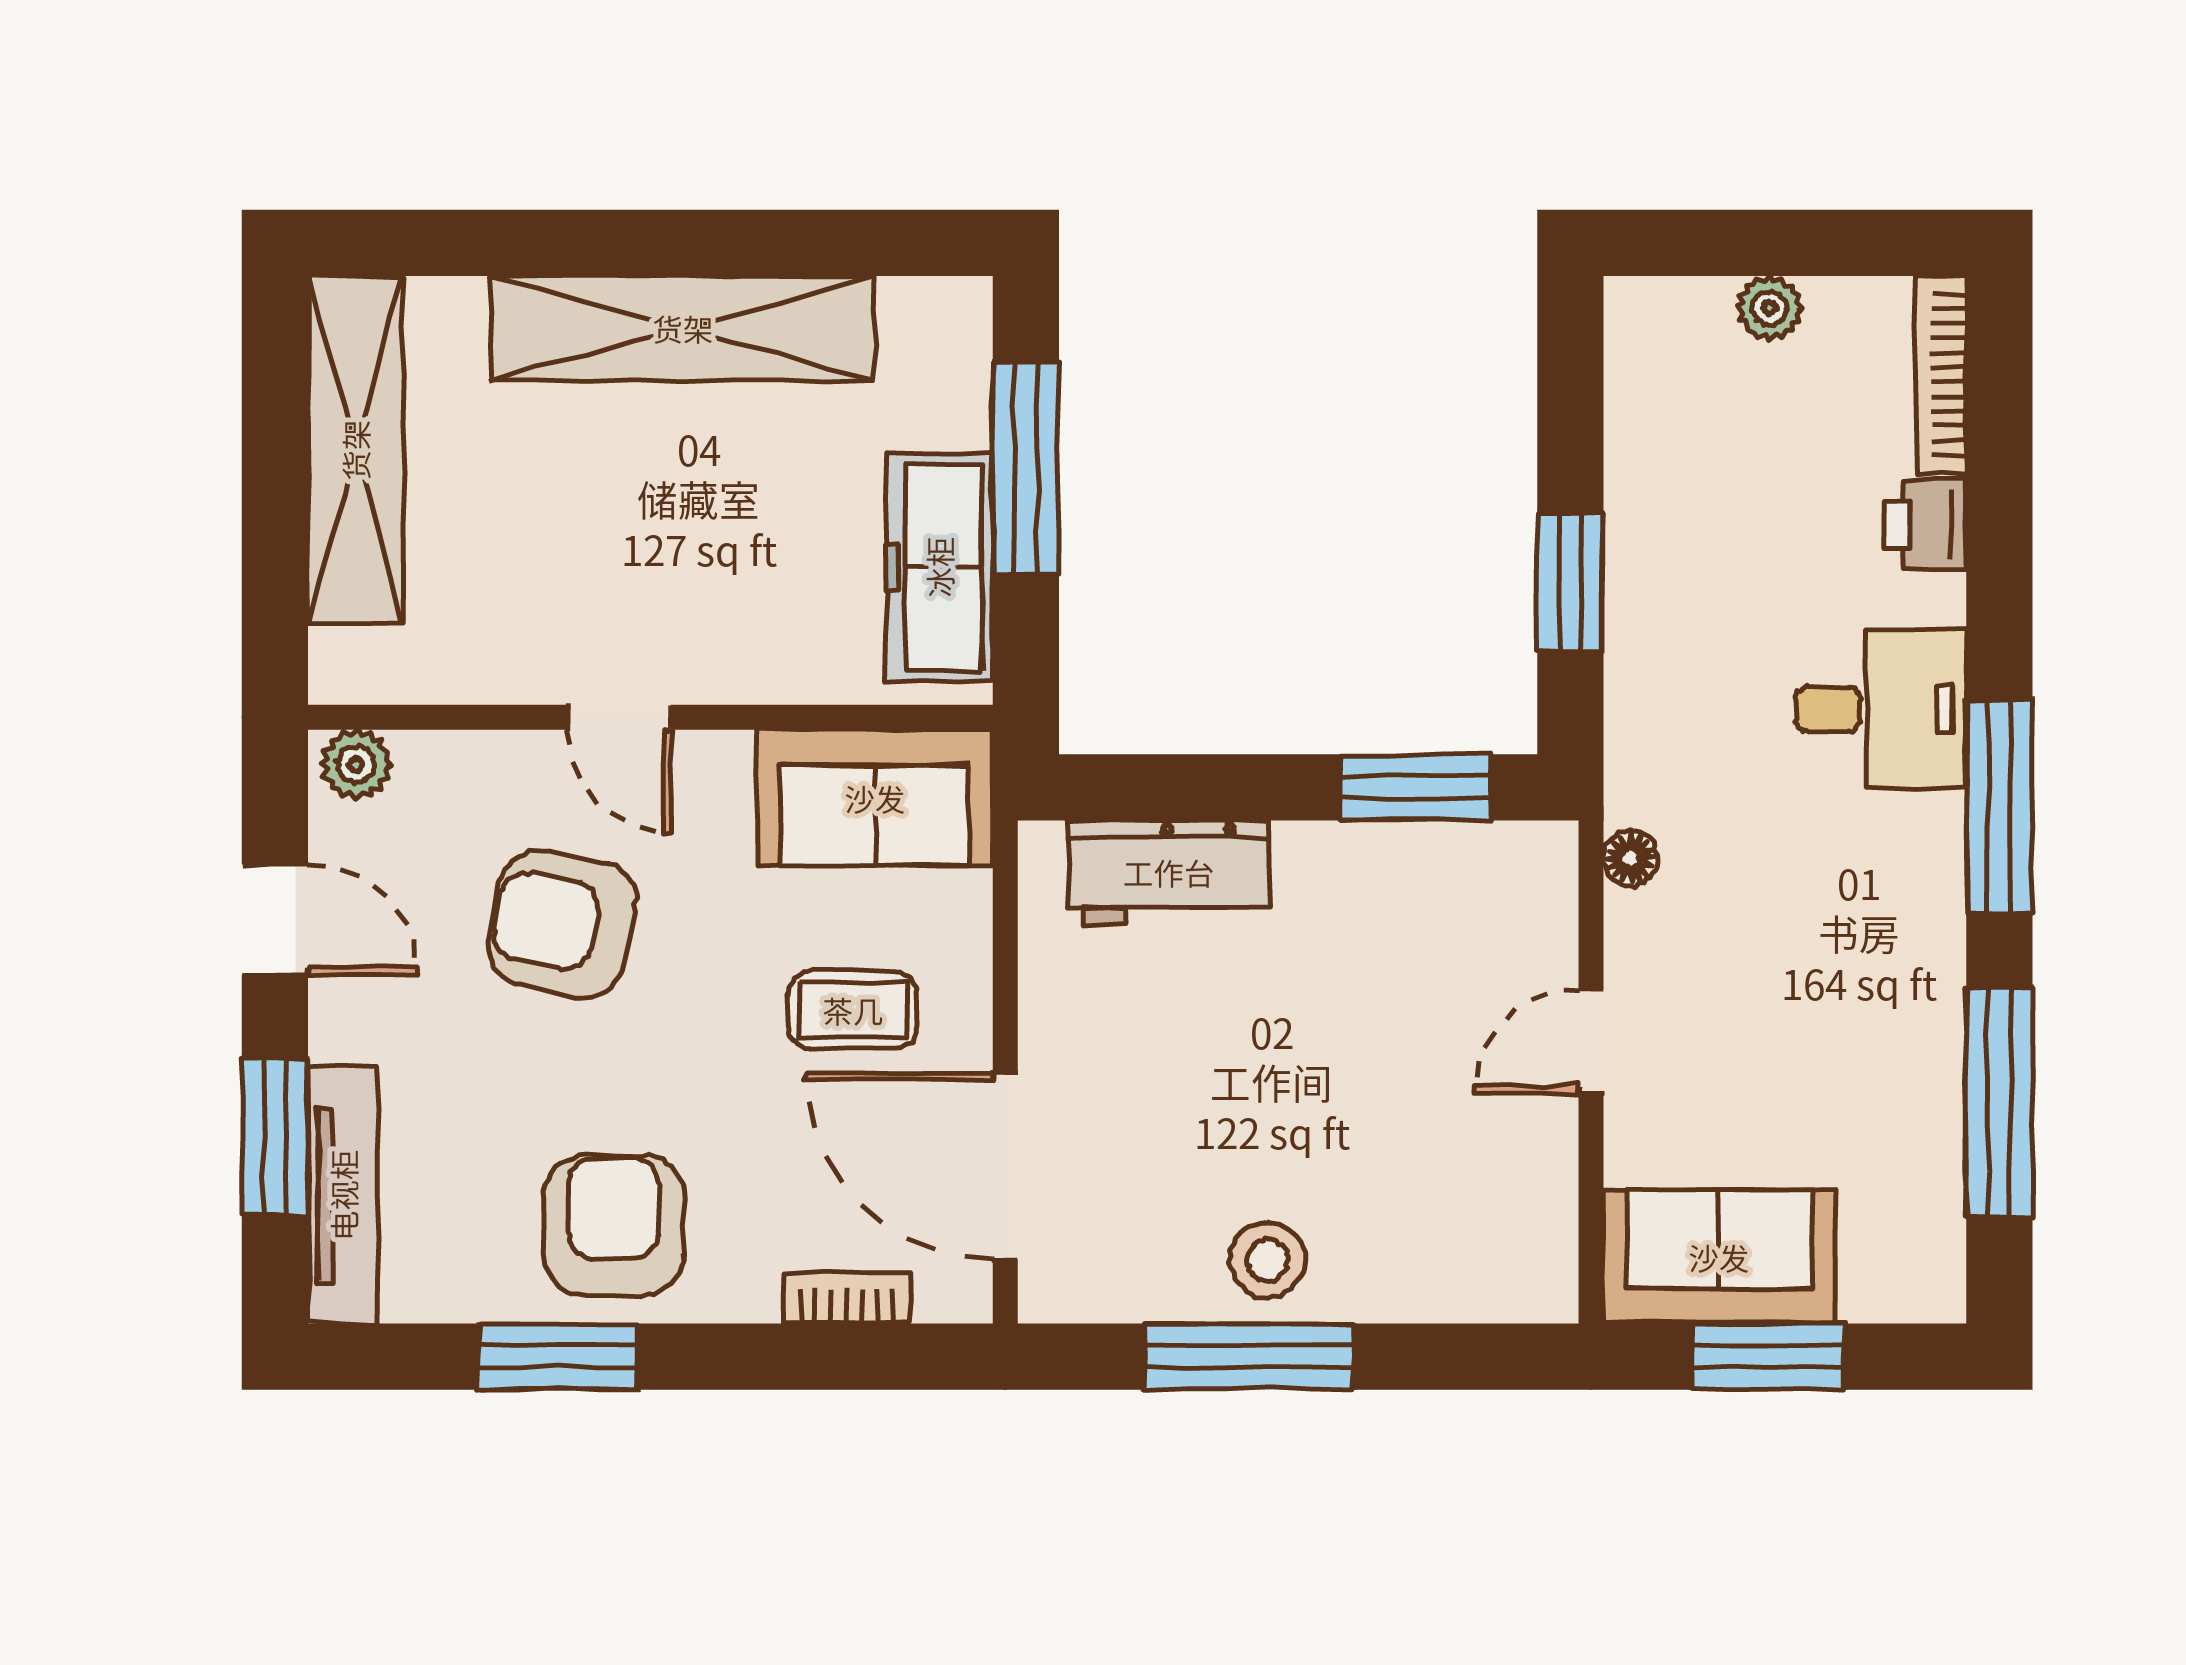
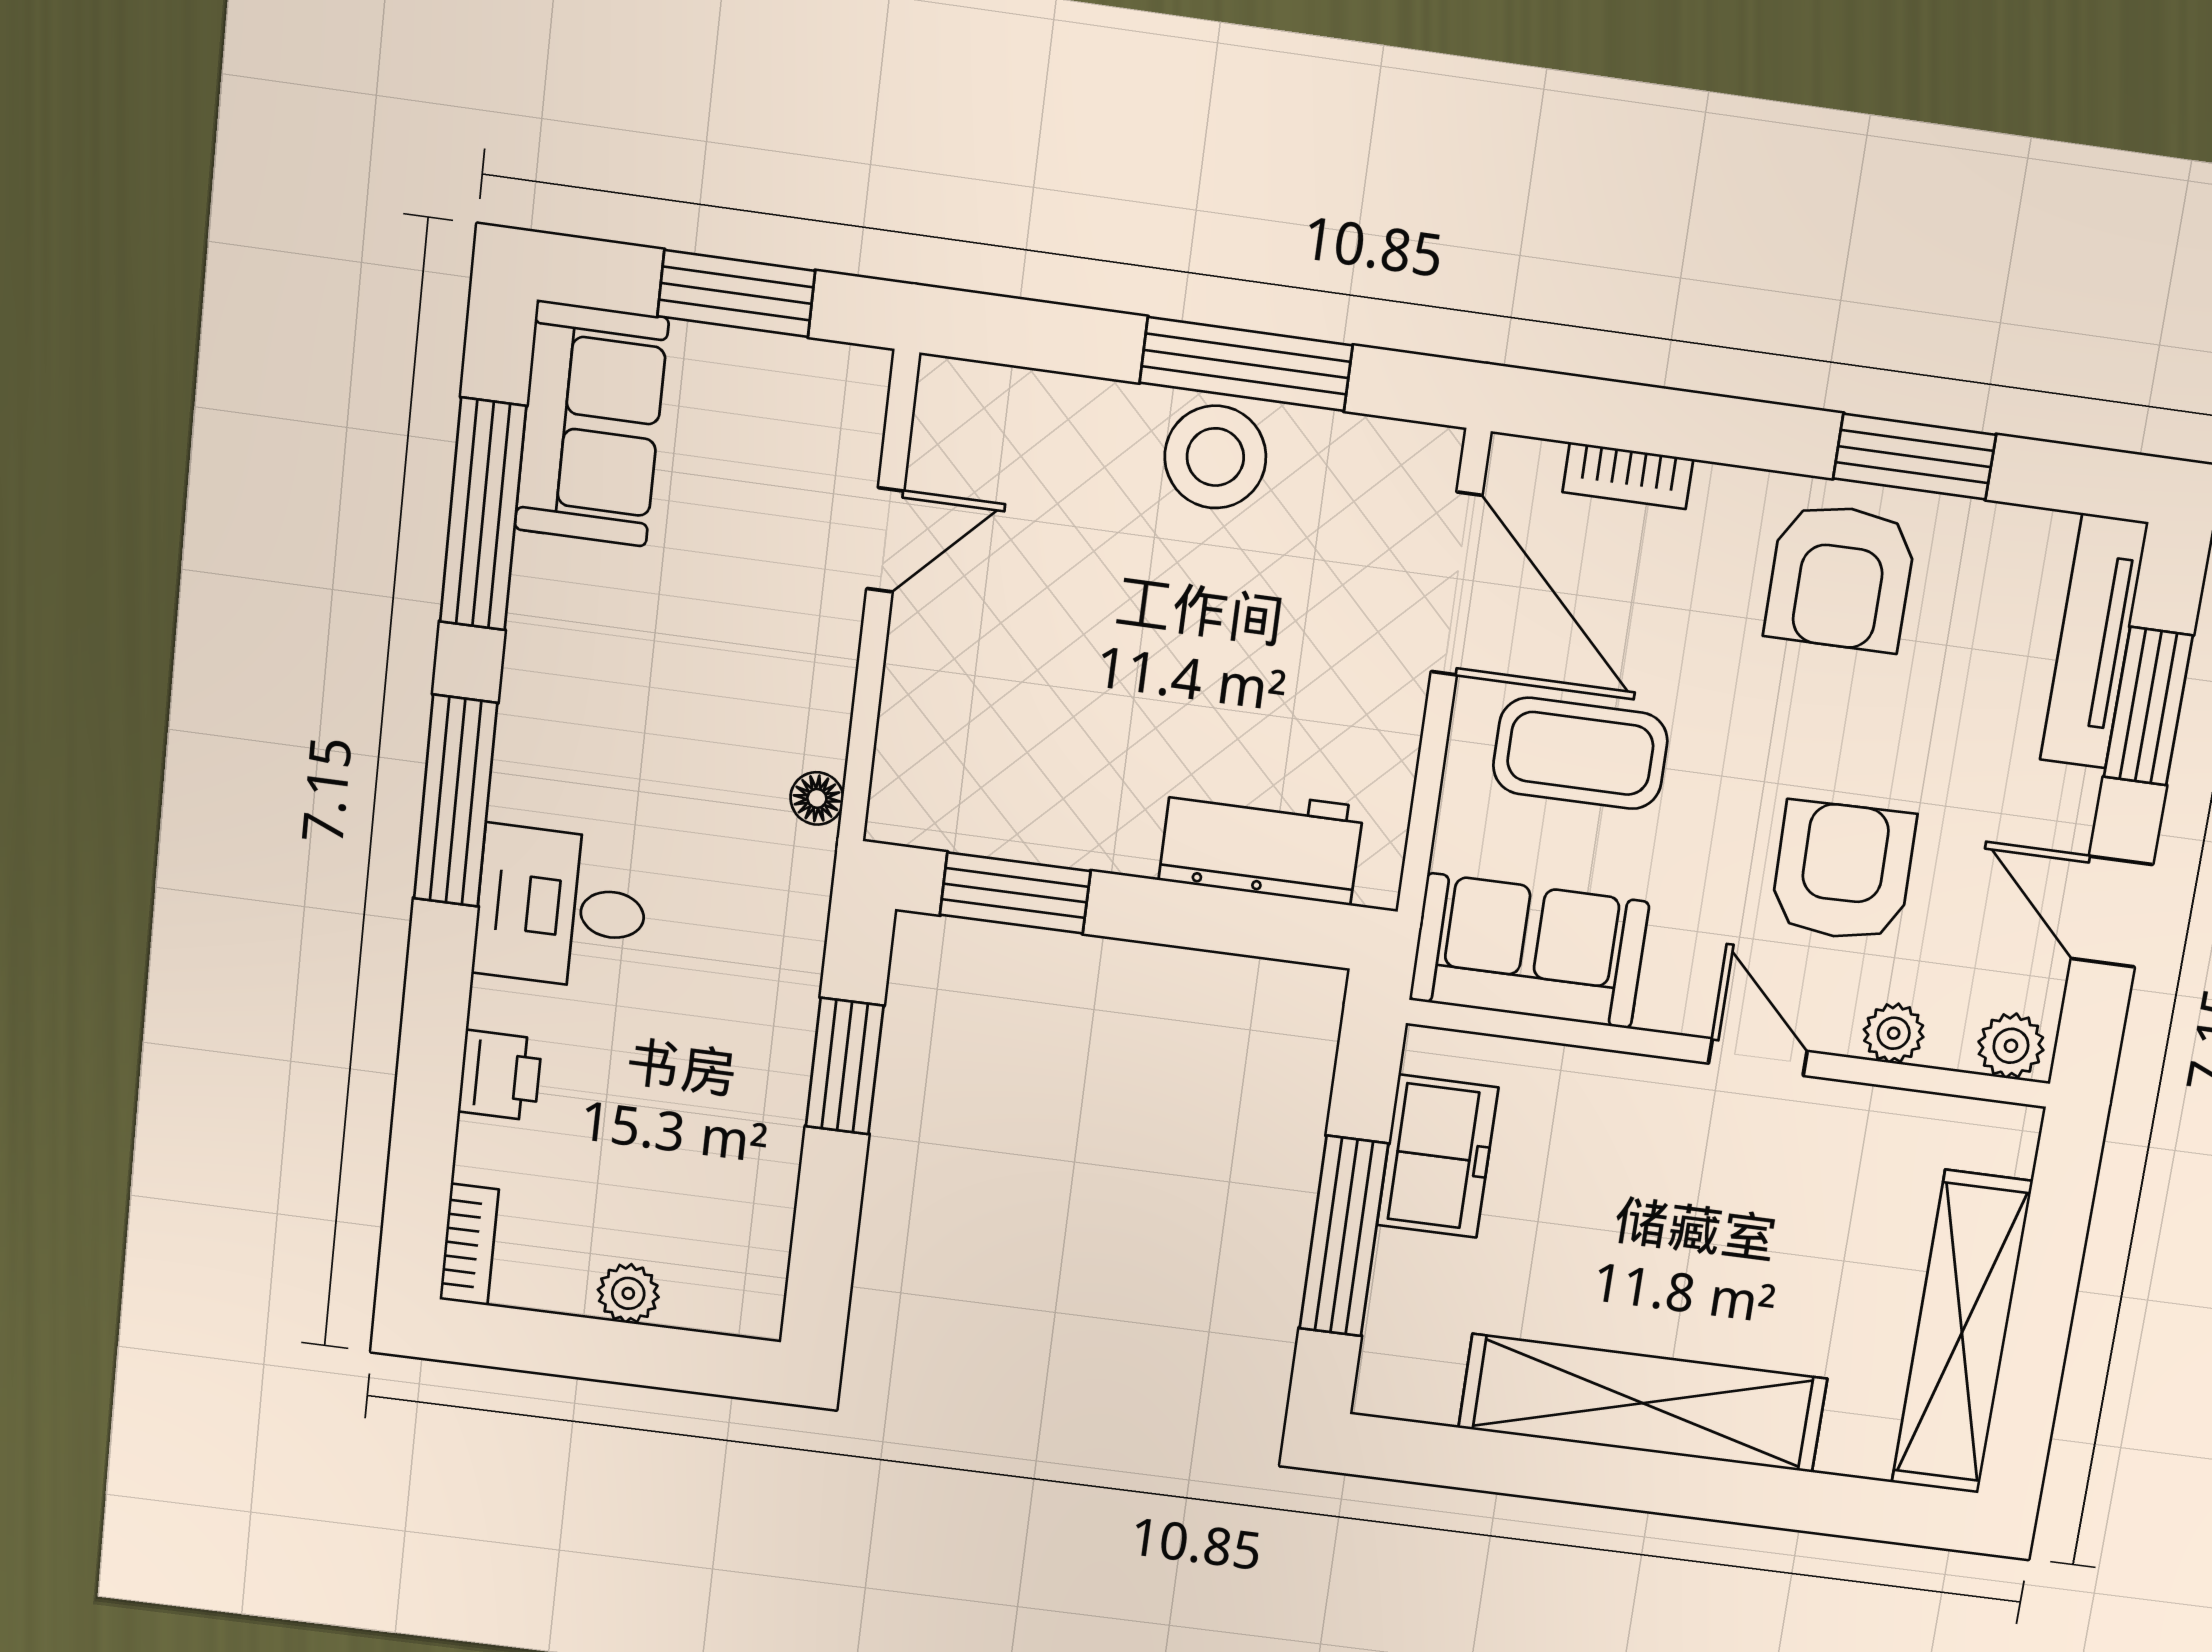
bookcase: (1941, 375) -> (469, 1244), width x0.64
freezer: (939, 567) -> (1438, 1156), width x0.71
plant: (481, 762) -> (1894, 1033), added
armchair: (562, 924) -> (1843, 871), turned -103
coffee table: (853, 1010) -> (1580, 753), width x1.36, depth x1.30
door: (1591, 1042) -> (885, 540), moved
sofa: (1719, 1257) -> (591, 424), moved, turned -90
stool: (1268, 1260) -> (1215, 457), width x1.38, depth x1.38

